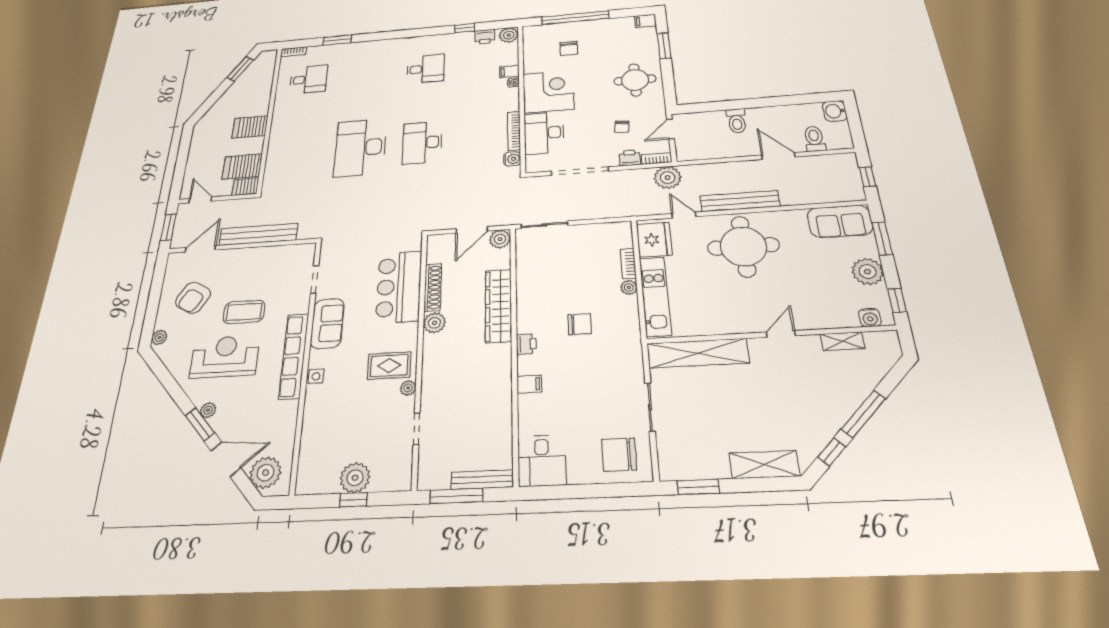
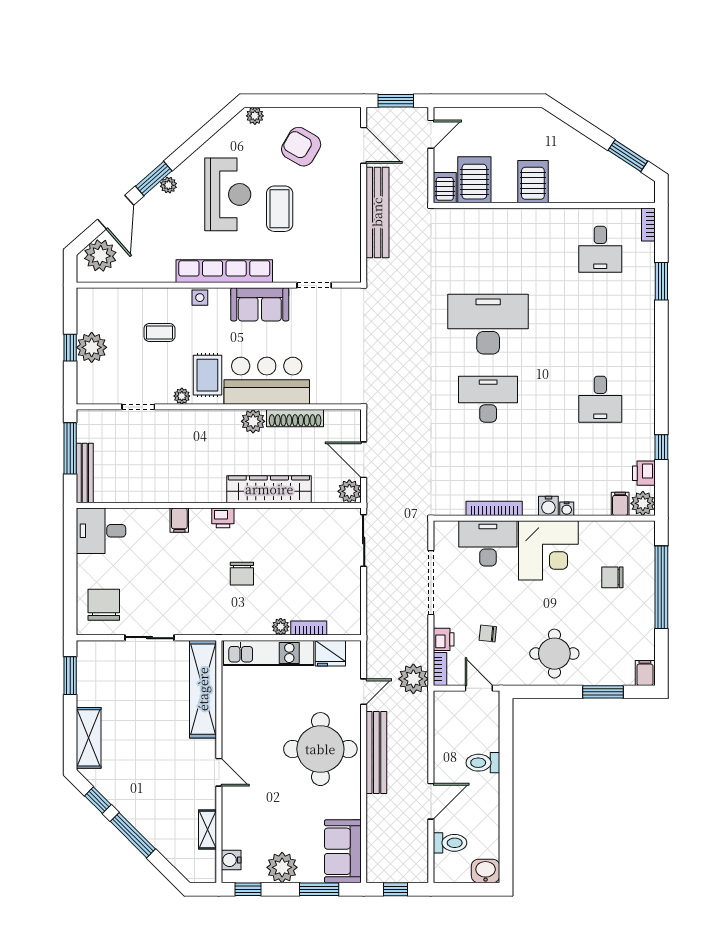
filing cabinet: (509, 72) -> (620, 504), moved
water cooler: (512, 159) -> (548, 506), moved
fridge: (654, 240) -> (330, 653), width x0.73, depth x0.75
bar counter: (399, 287) -> (267, 381), moved
coffee table: (346, 412) -> (159, 332), added

